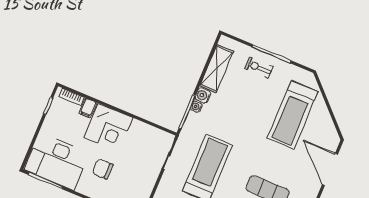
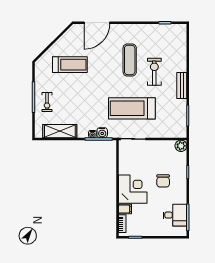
water cooler: (203, 95) -> (102, 133), moved
treadmill: (293, 115) -> (70, 65), width x0.73, depth x0.73
desk: (57, 161) -> (175, 215), width x0.53, depth x0.77

